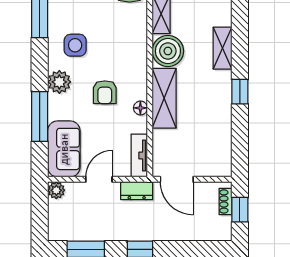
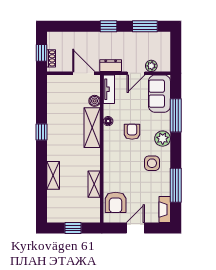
shelving: (222, 48) -> (53, 175), moved
boiler: (168, 51) -> (95, 101), moved, width x0.54, depth x0.54
plant: (56, 190) -> (151, 66), moved

